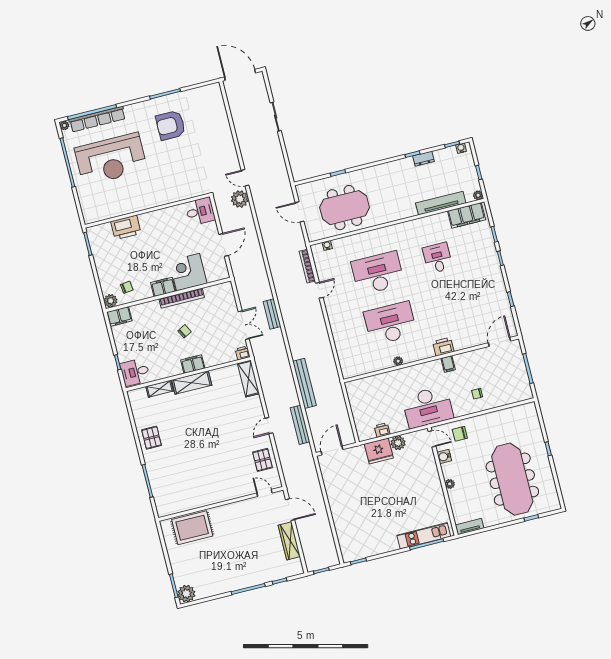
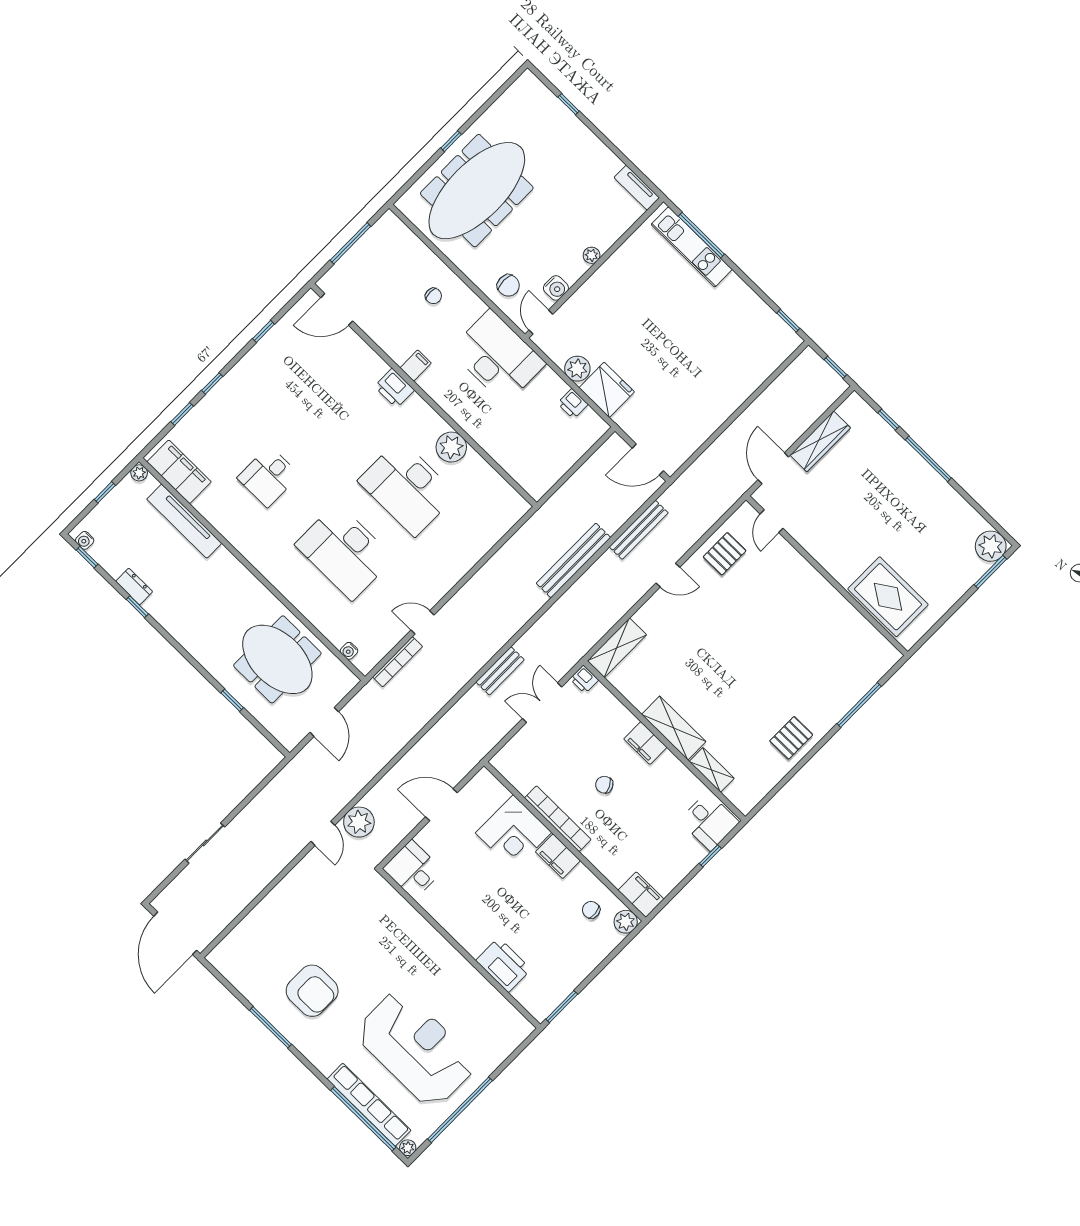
plant: (398, 361) -> (451, 447), width x1.87, depth x1.87
meeting table: (512, 479) -> (477, 191), moved

